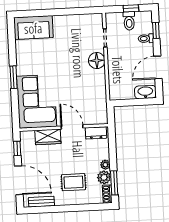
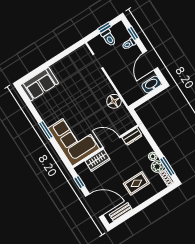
floor lamp: (97, 61) -> (114, 101), moved

